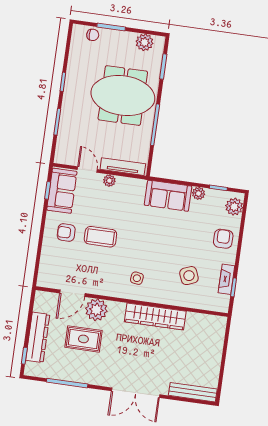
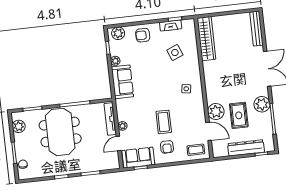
coffee table: (52, 270) -> (196, 150), added
wardrobe: (155, 316) -> (206, 39), moved
plant: (90, 374) -> (262, 104), added

